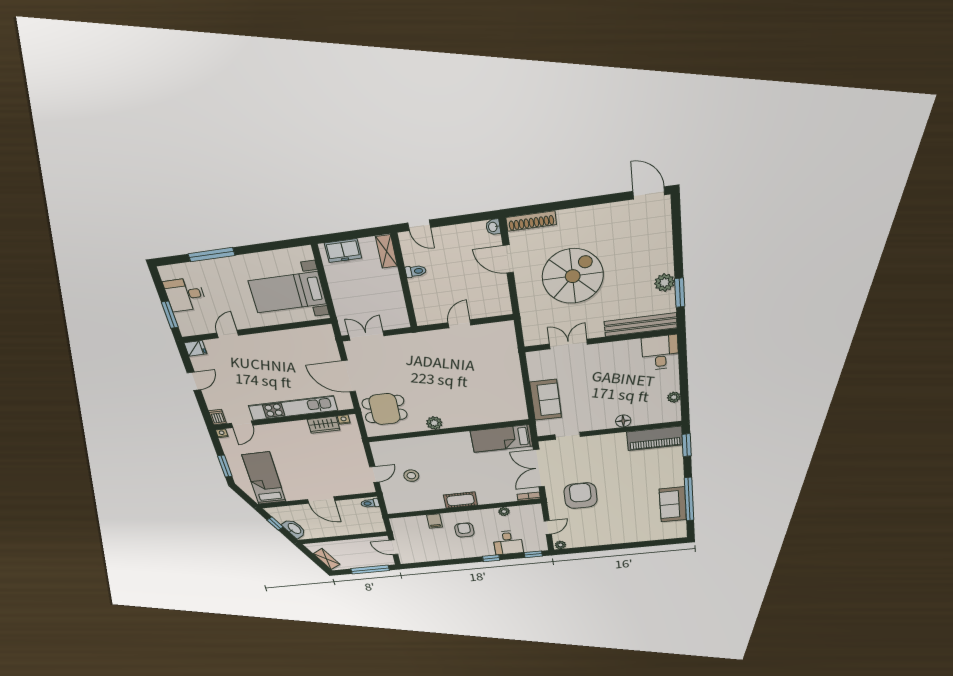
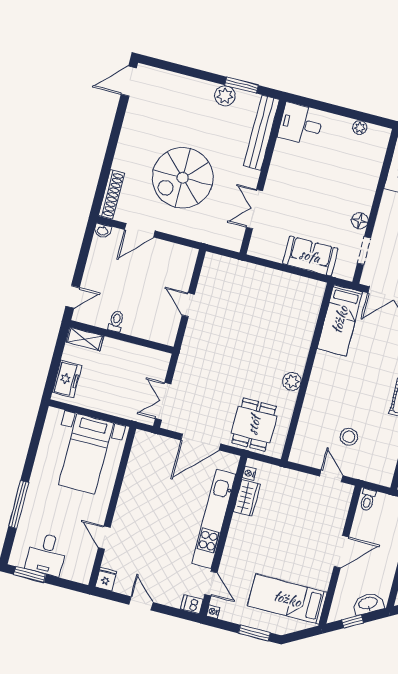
spiral stairs: (573, 276) -> (183, 178), turned -90
window: (170, 315) -> (30, 574), moved
floor lamp: (623, 421) -> (360, 221), moved

